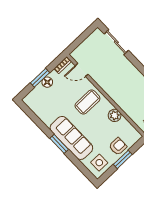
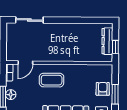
coffee table: (87, 102) -> (52, 80), turned 90
plant: (115, 115) -> (79, 70), removed

